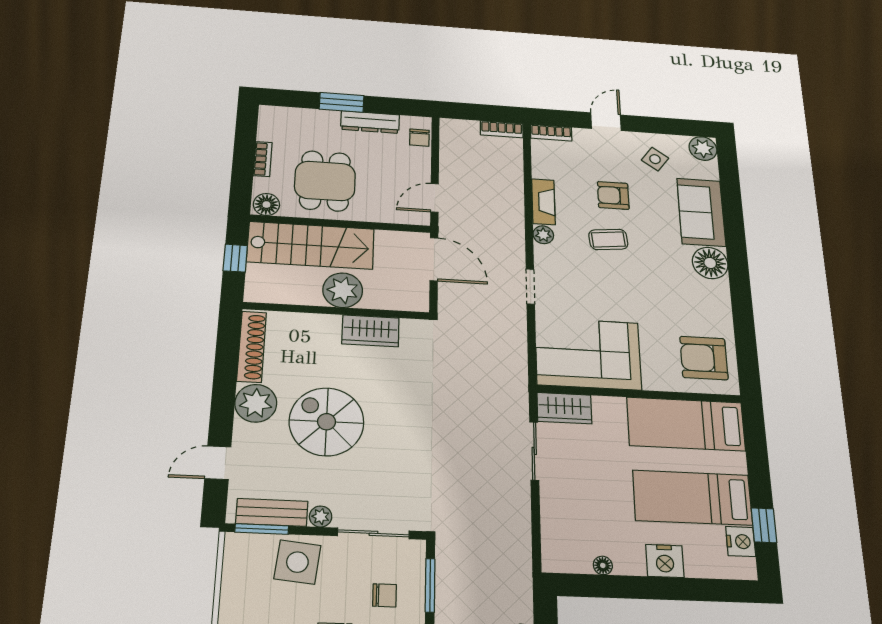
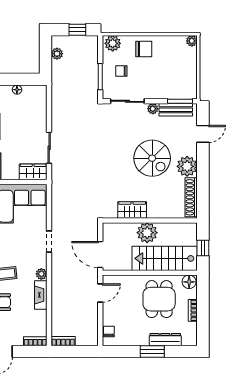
dresser: (370, 122) -> (165, 340), moved
side table: (297, 562) -> (163, 86), removed

